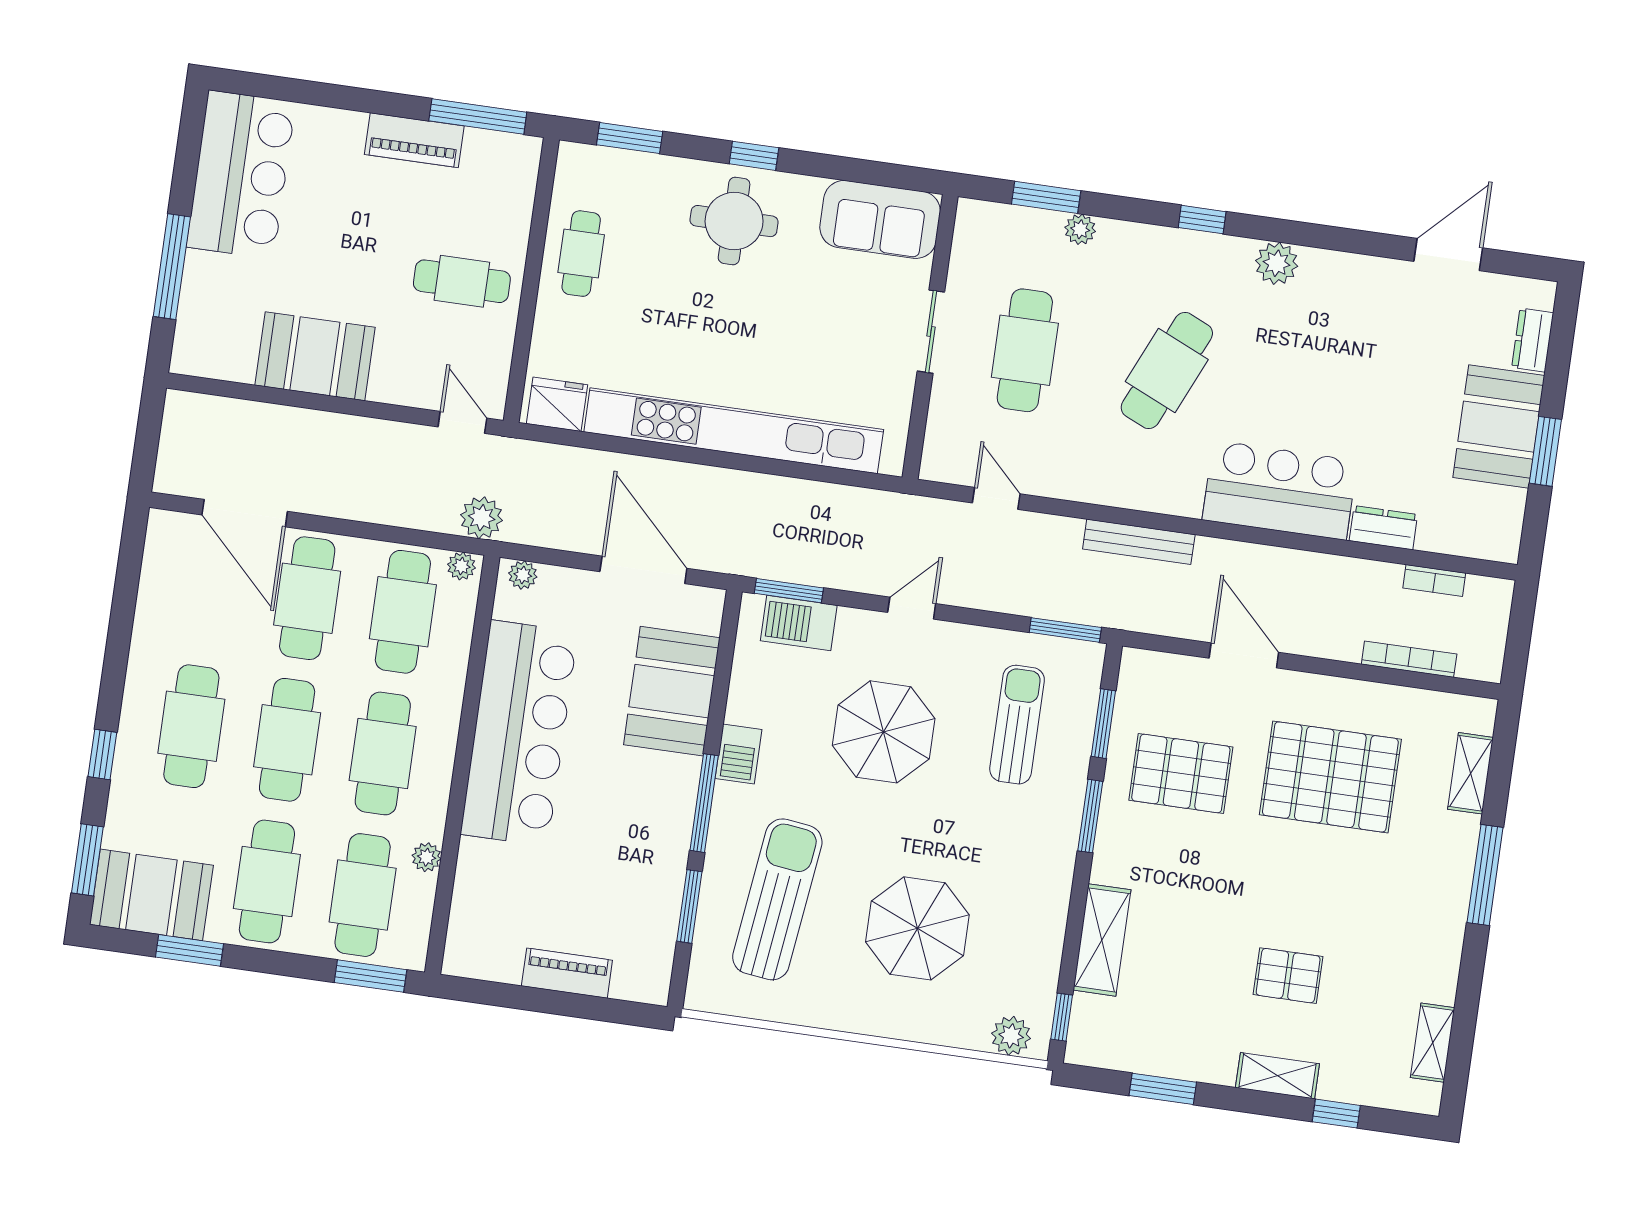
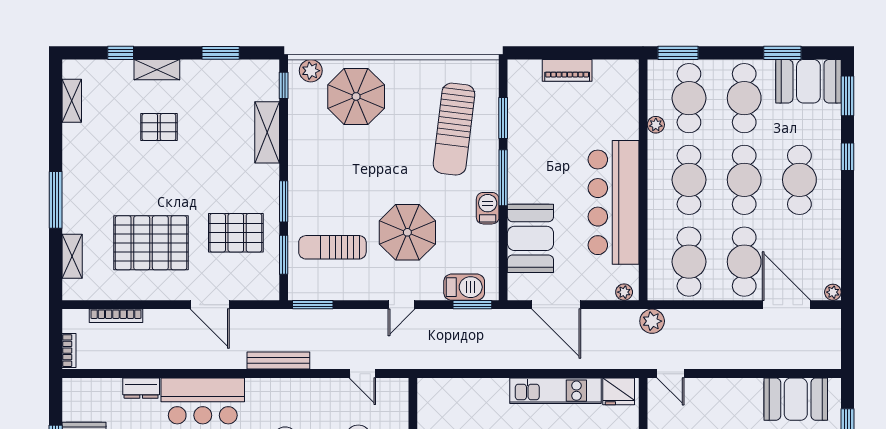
booth: (315, 356) -> (796, 399), moved
kitchen unit: (734, 431) -> (556, 391), width x0.54
plant: (461, 566) -> (833, 292), moved
bookcase: (1434, 580) -> (69, 351), moved, turned 90
sun lounger: (1017, 725) -> (332, 247), turned 90
parasol: (917, 928) -> (356, 96), moved

